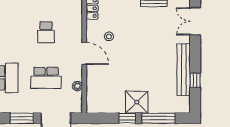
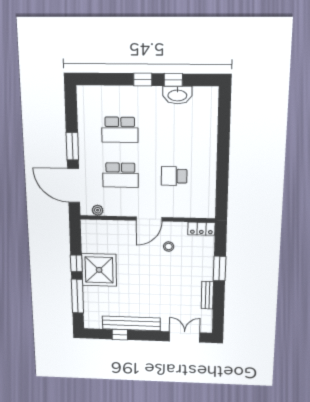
school desk: (46, 78) -> (120, 175), turned -90
plant: (77, 86) -> (98, 210), moved
shower: (137, 102) -> (99, 270), width x1.37, depth x1.37

